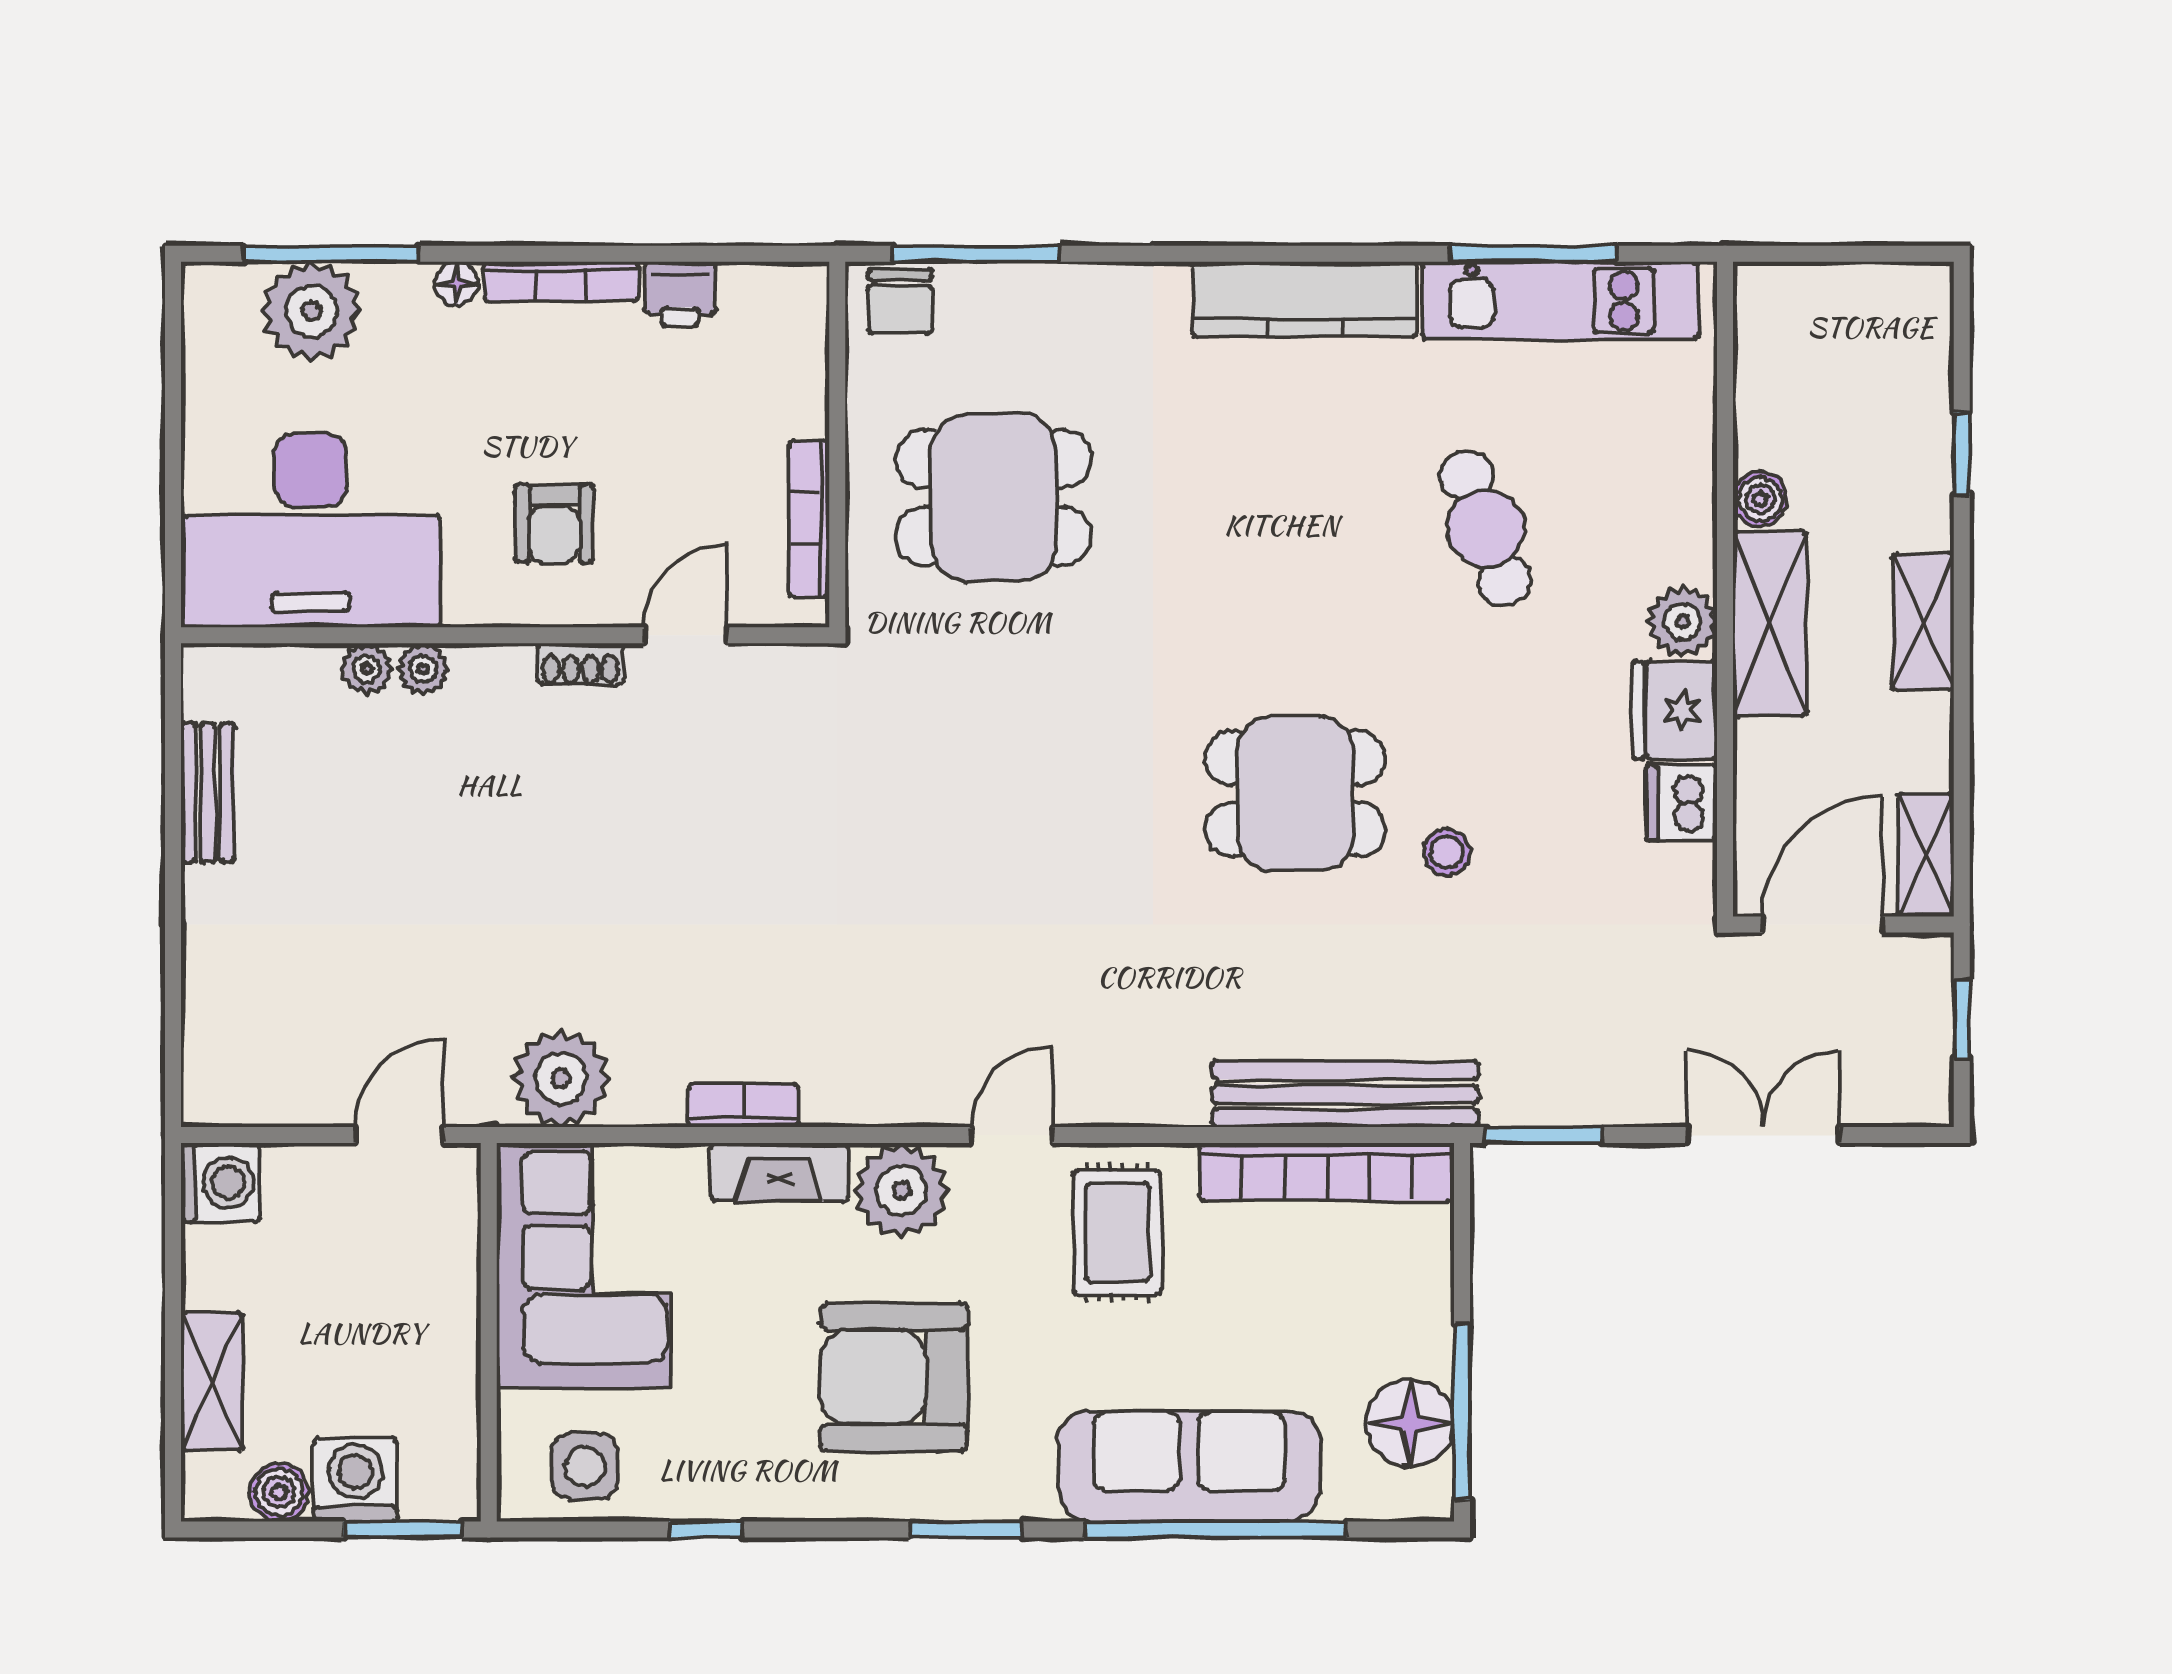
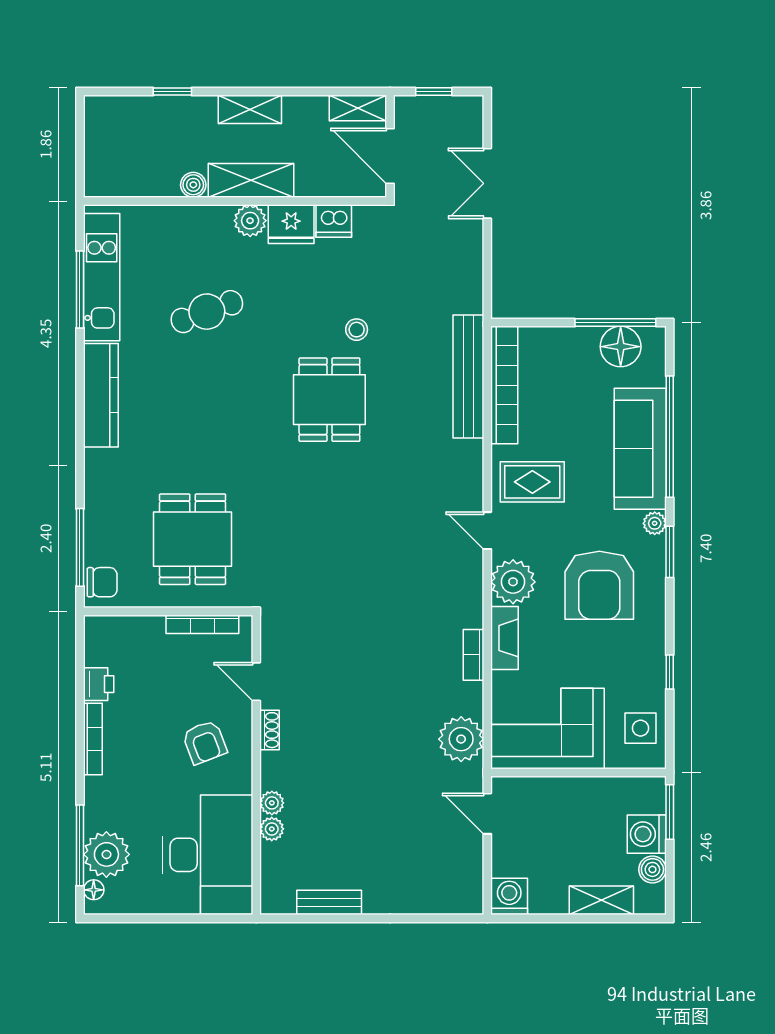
floor lamp: (456, 284) -> (94, 890), moved
armchair: (554, 523) -> (205, 742), turned 69
window: (1543, 1135) -> (487, 285), removed
plant: (1028, 1497) -> (655, 523), added

